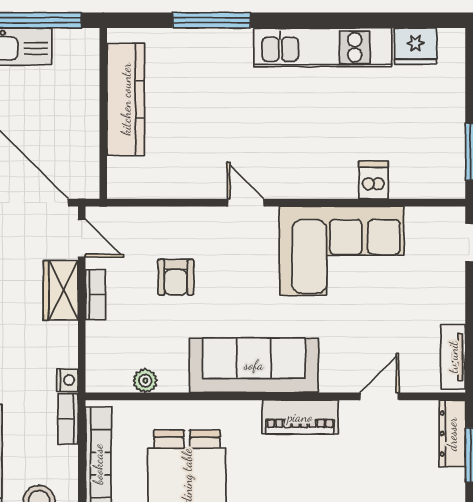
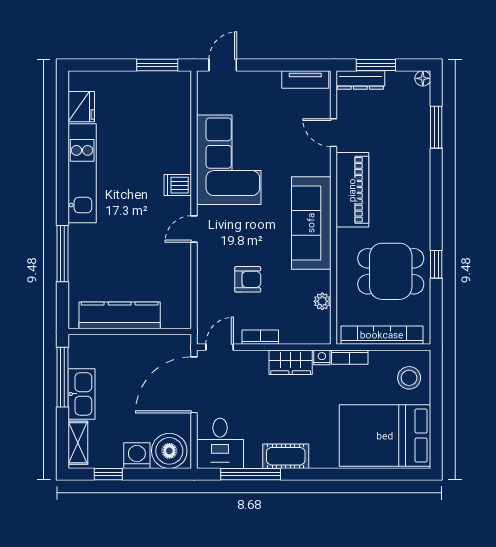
dishwasher: (374, 180) -> (178, 185), moved
wardrobe: (61, 290) -> (291, 362), moved
piano: (300, 417) -> (352, 190), width x1.37, depth x1.33

